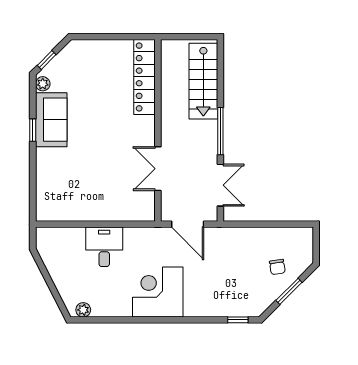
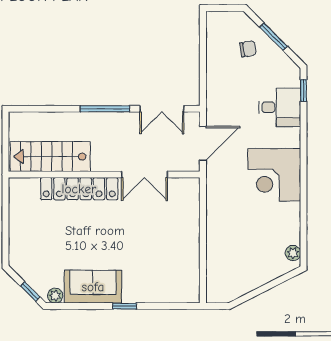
locker: (144, 77) -> (79, 189), moved
stairs: (203, 81) -> (50, 157), moved, turned 180
window: (33, 130) -> (125, 306), moved
double door: (220, 185) -> (162, 109), swing flipped
desk: (104, 247) -> (280, 107), moved, turned 180

